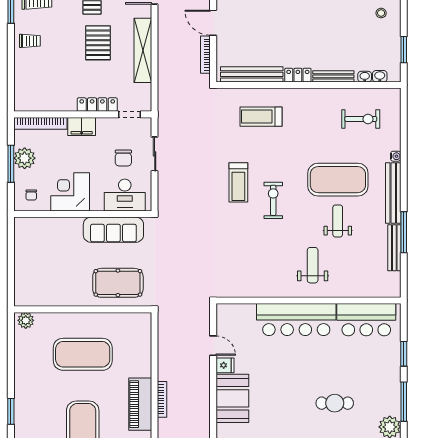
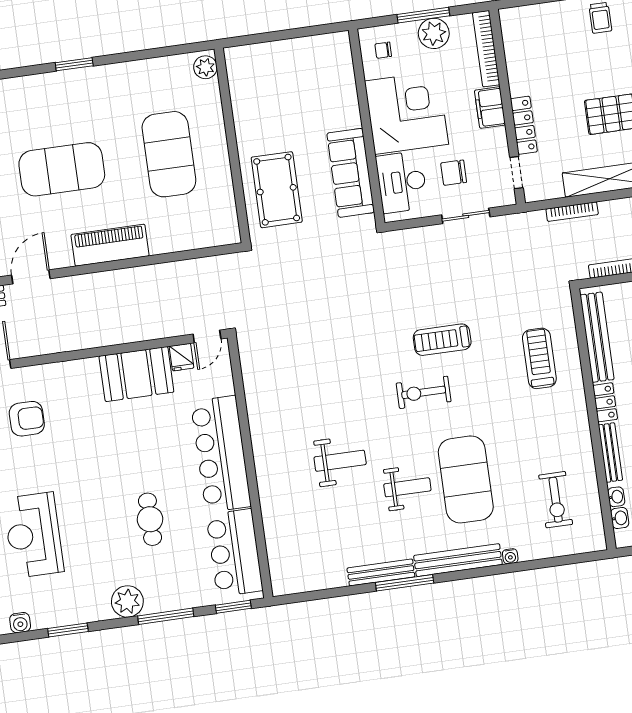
corner desk: (70, 192) -> (407, 113), width x1.36, depth x1.36
exercise bike: (273, 200) -> (424, 392), turned 180
wall: (308, 301) -> (250, 467), moved
bar counter: (296, 320) -> (221, 454), moved
bar counter: (366, 320) -> (235, 553), moved
bookcase: (162, 399) -> (572, 212), moved

